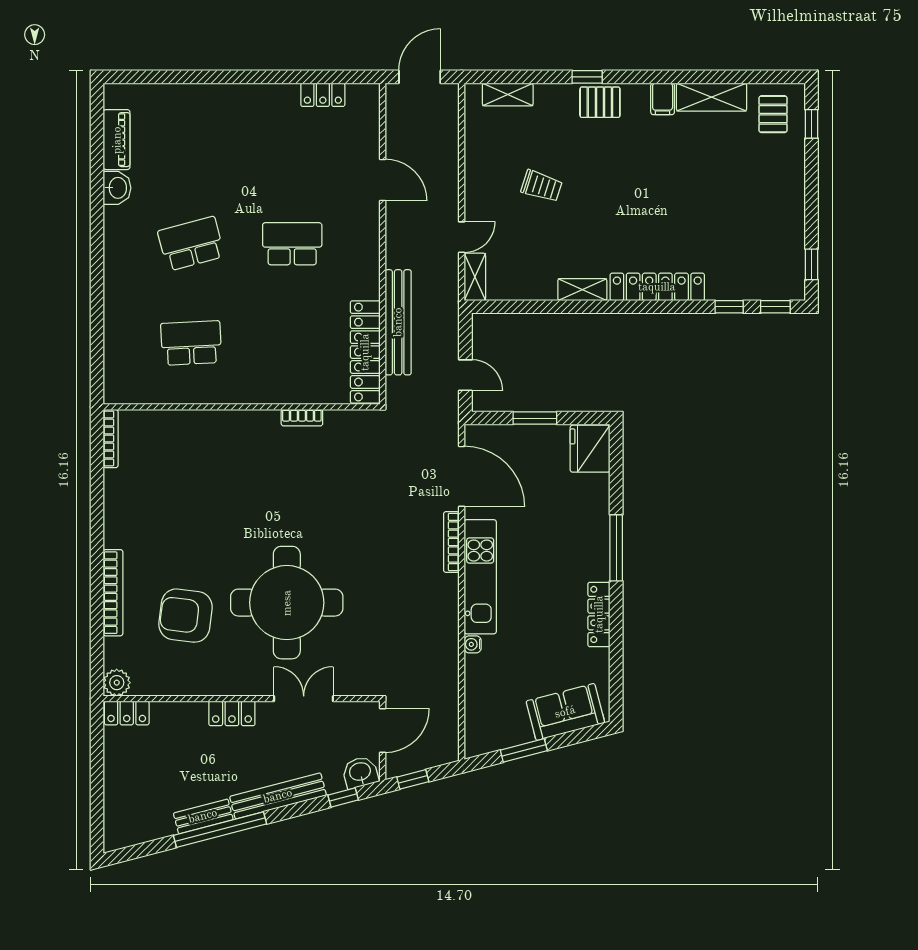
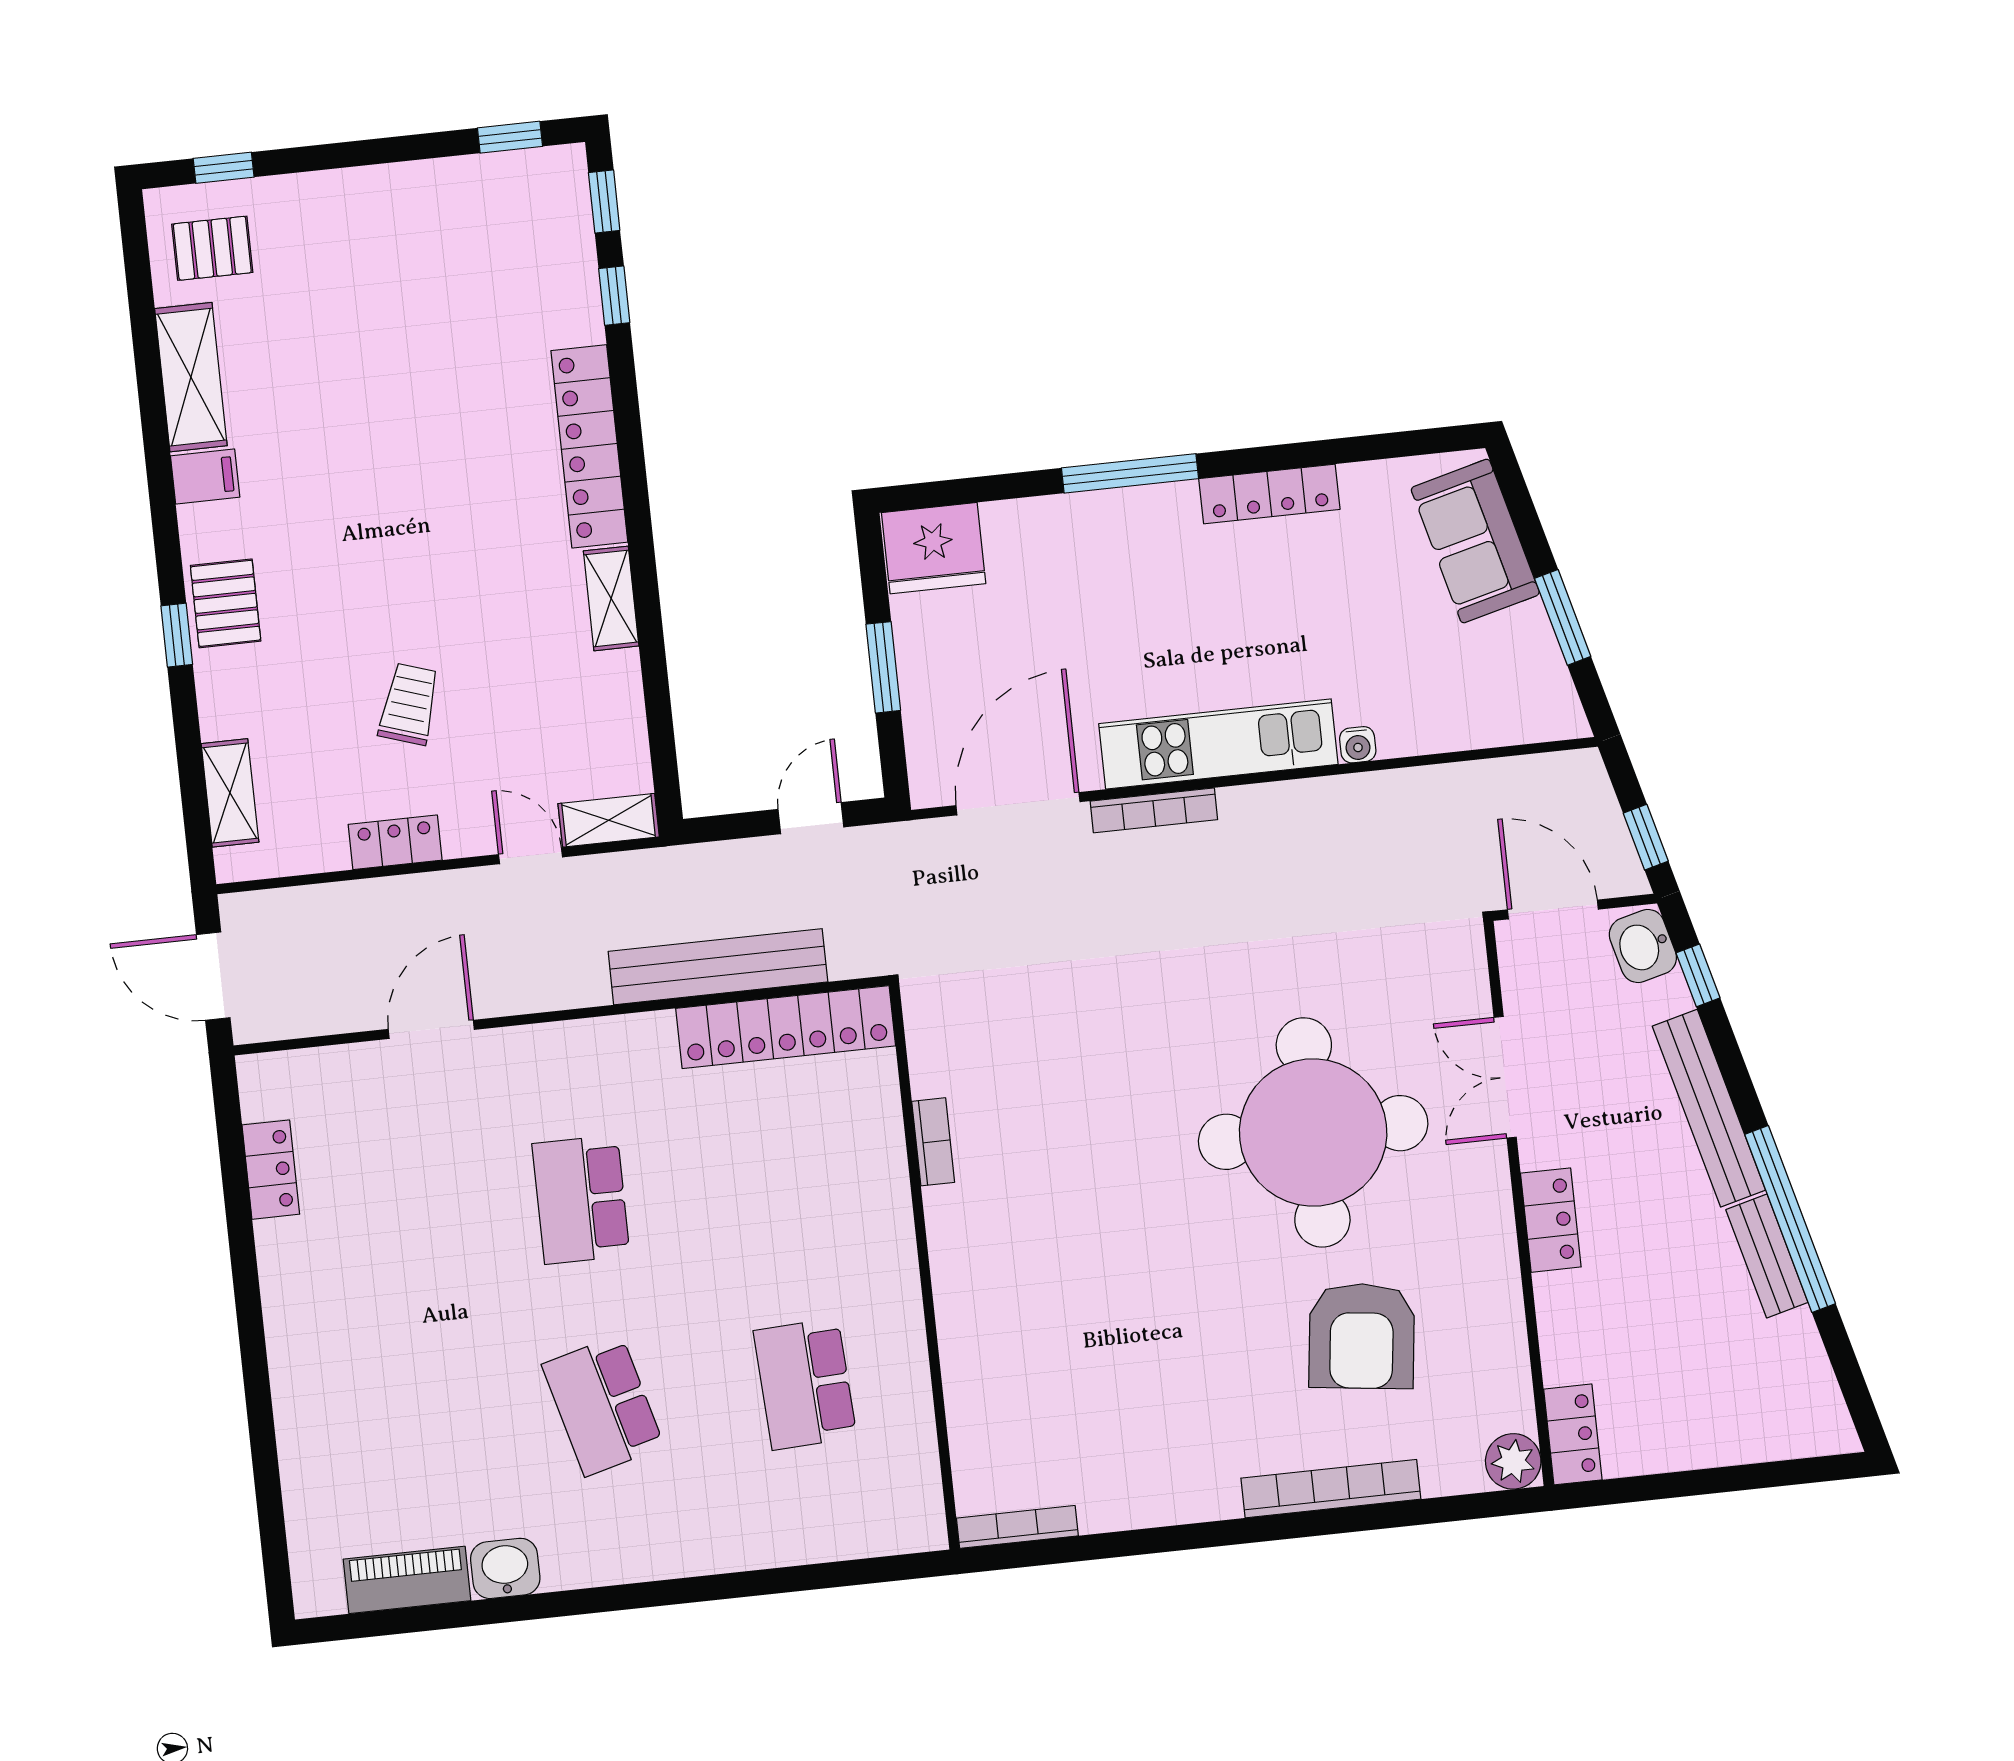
locker: (475, 172) -> (395, 842), added

